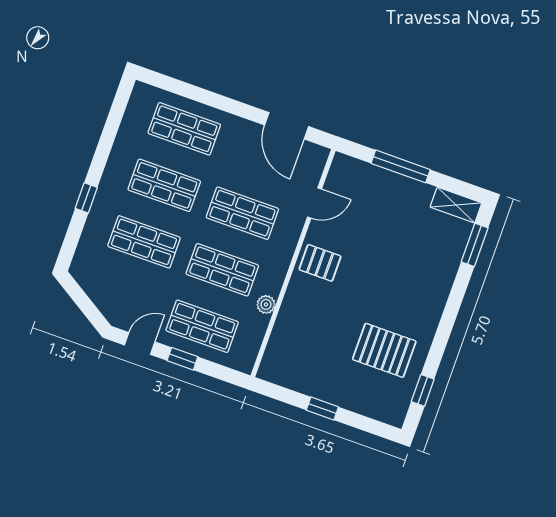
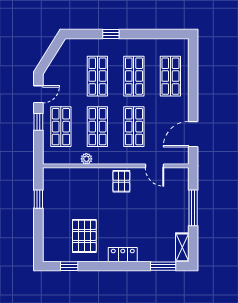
locker: (434, 301) -> (123, 255), added
door: (140, 343) -> (38, 94), hinge flipped
window: (322, 408) -> (38, 199), moved

